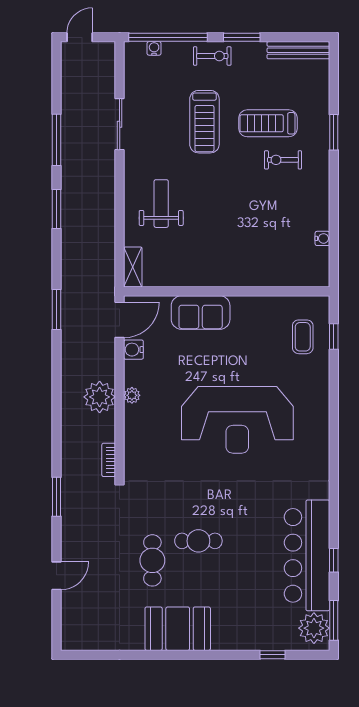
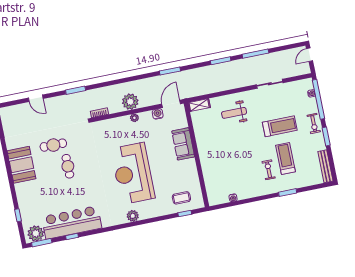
door: (80, 37) -> (310, 55), swing flipped
treadmill: (204, 122) -> (280, 126), turned 180
weight bench: (161, 204) -> (234, 113), turned 180
door: (120, 320) -> (171, 104), swing flipped
plant: (318, 437) -> (133, 216), added

